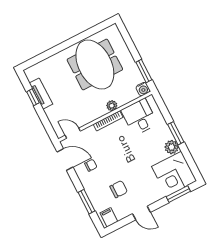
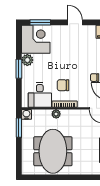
chair: (119, 189) -> (63, 85), moved

